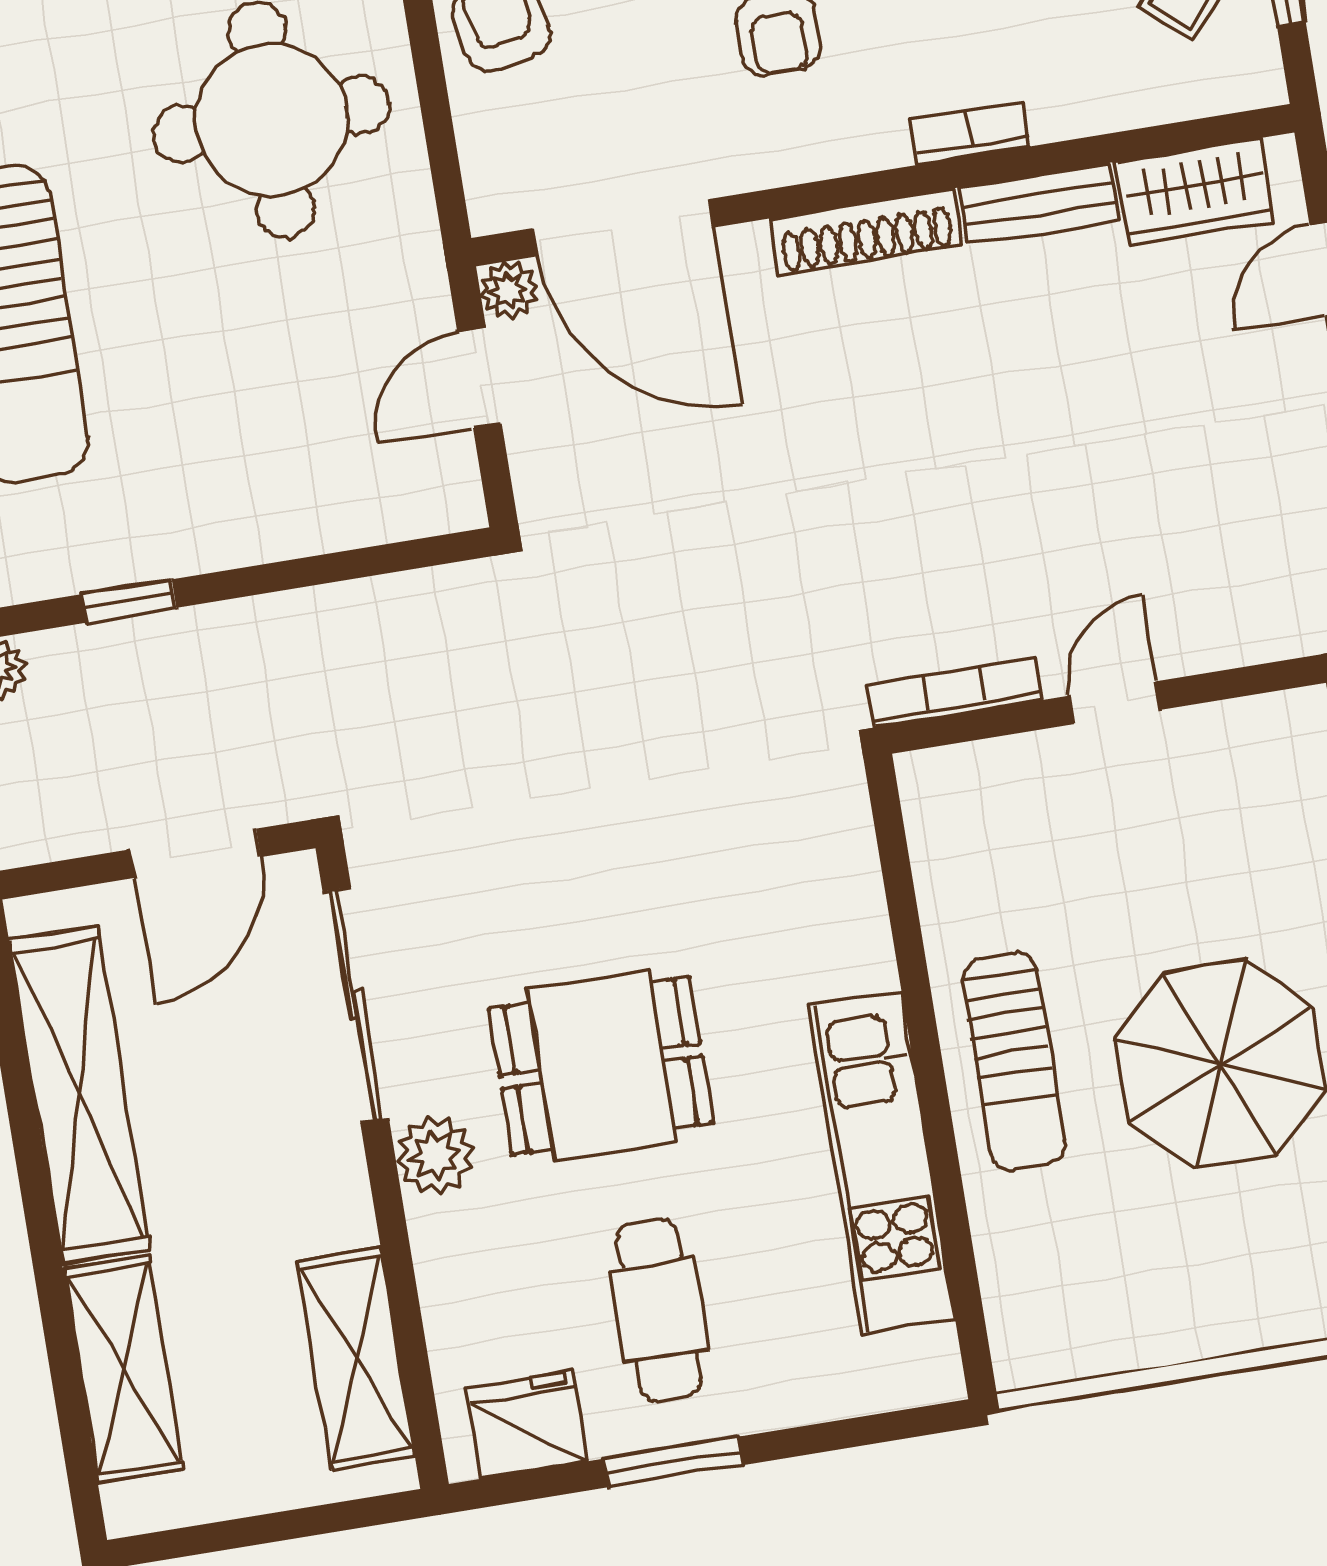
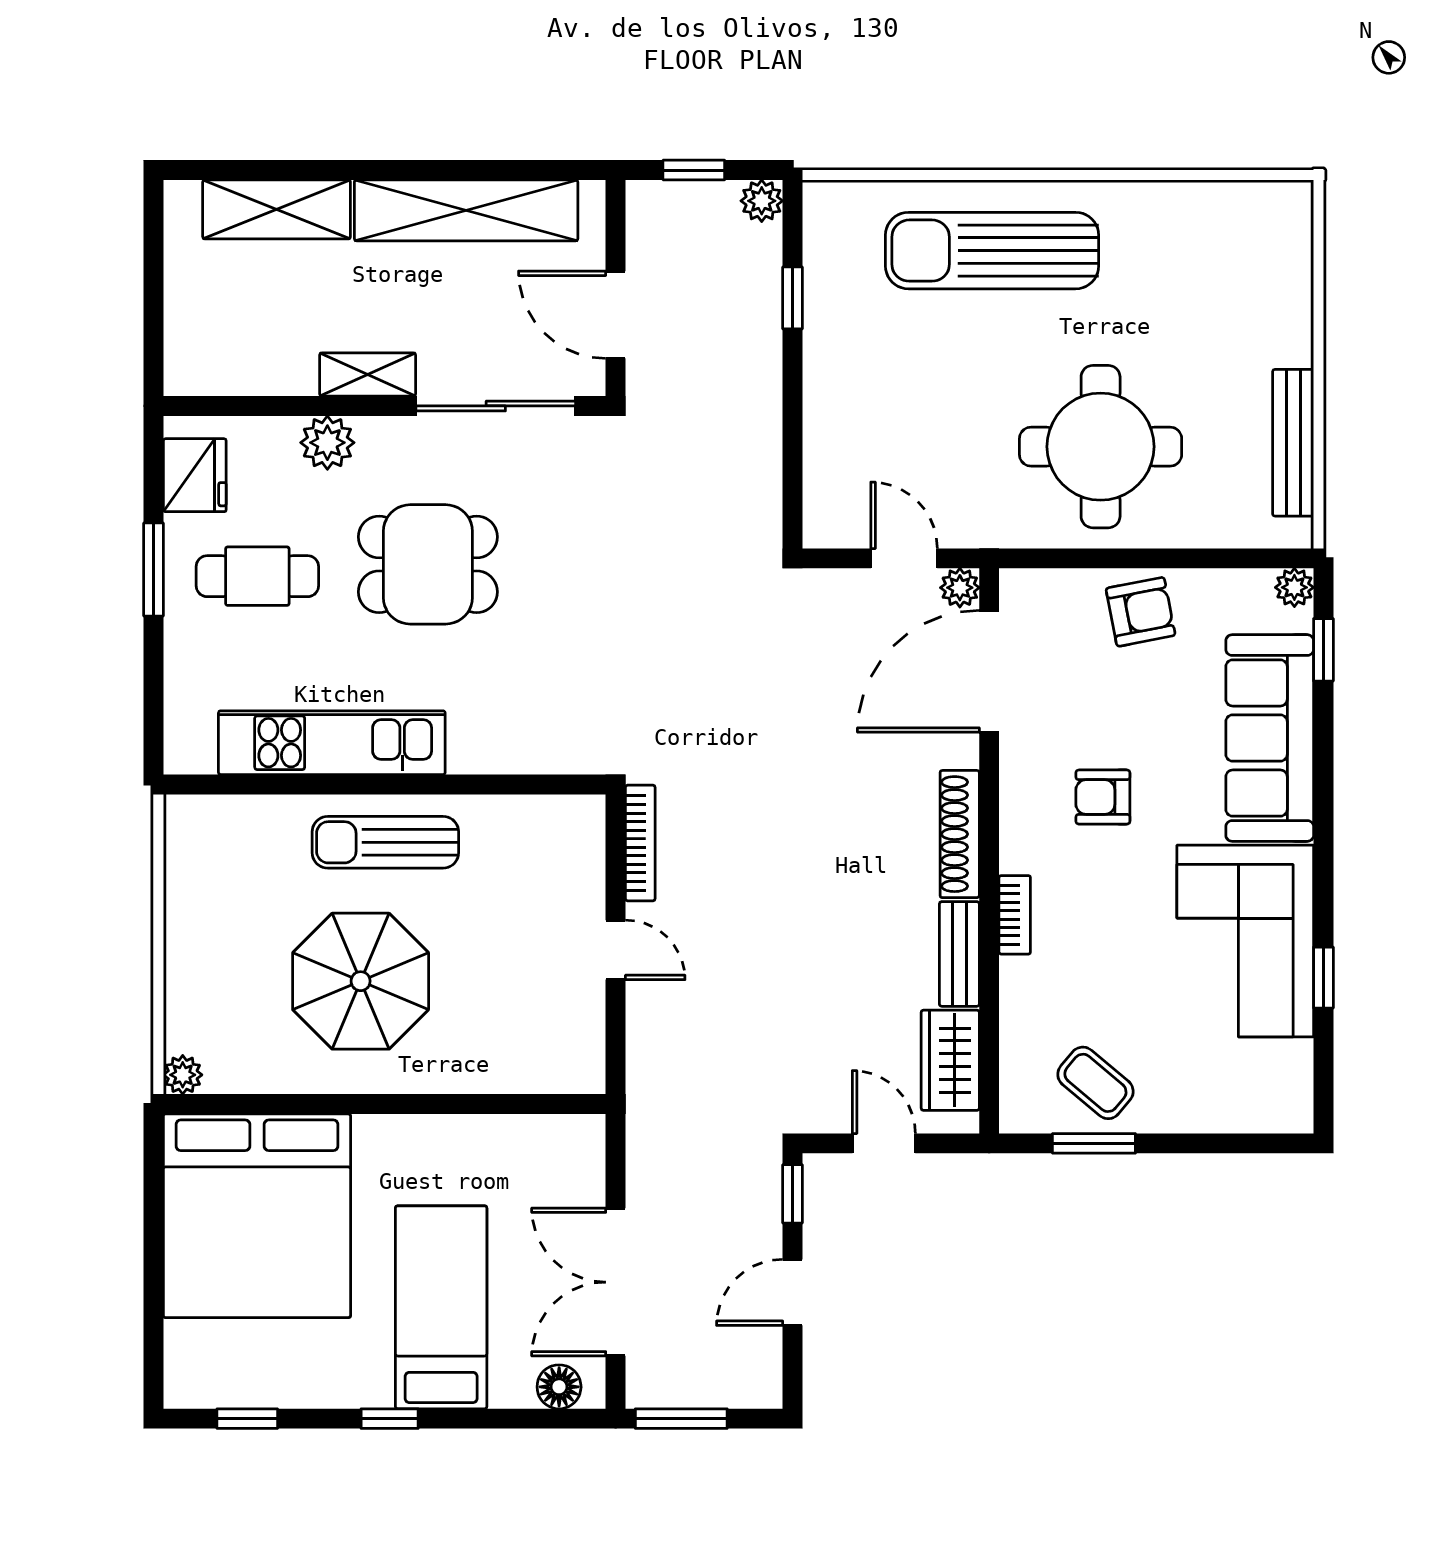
dining table: (601, 1066) -> (428, 564), turned 90
plant: (435, 1156) -> (327, 443), moved
shelving: (356, 1359) -> (368, 375), moved, width x0.67, depth x0.75

